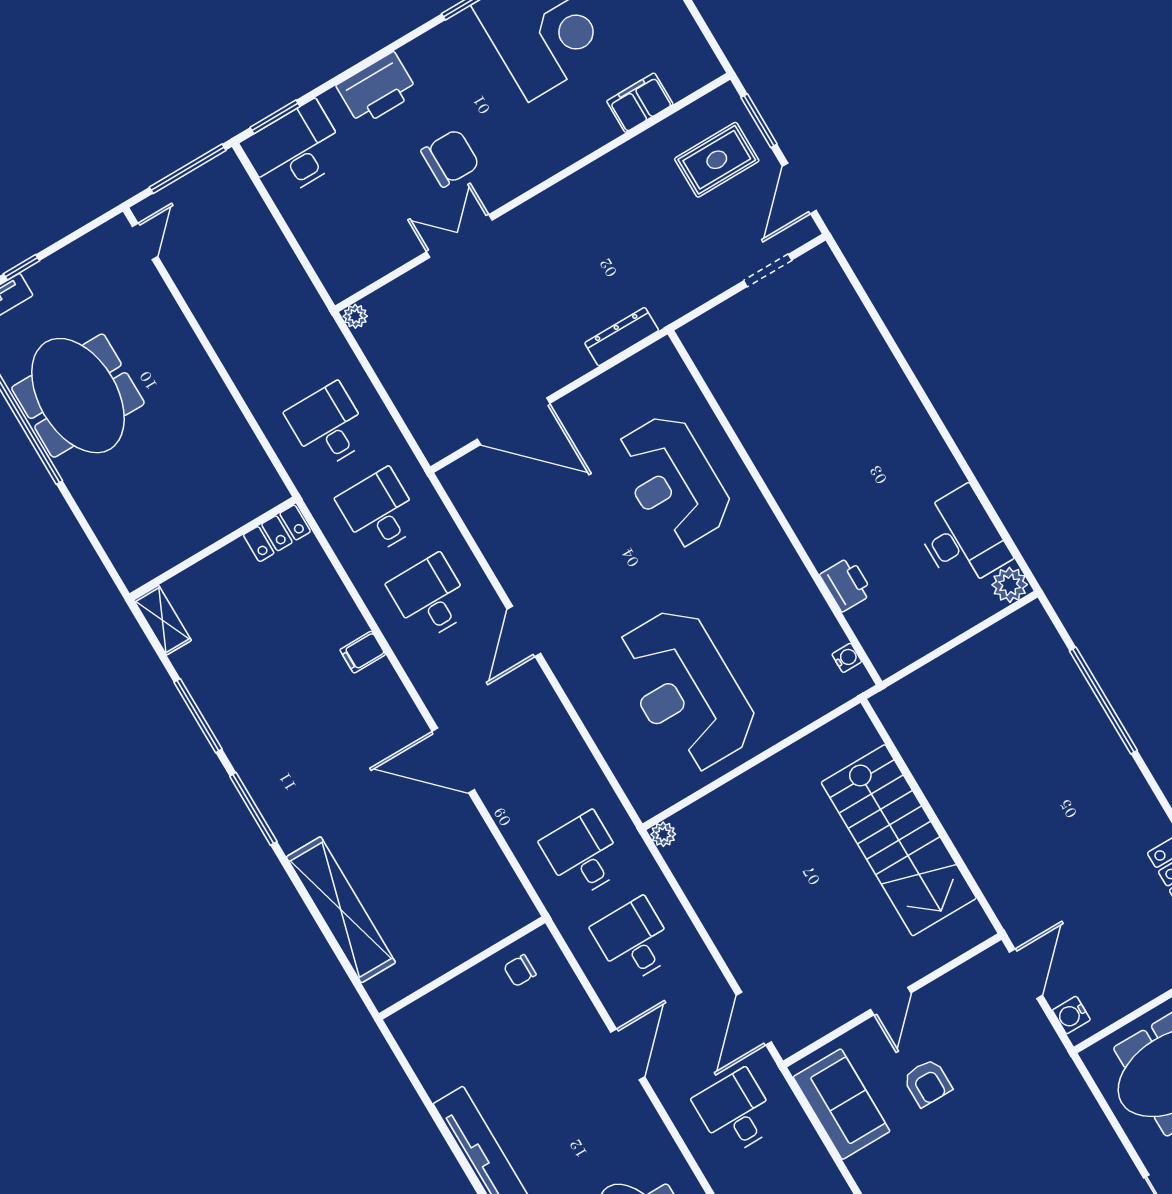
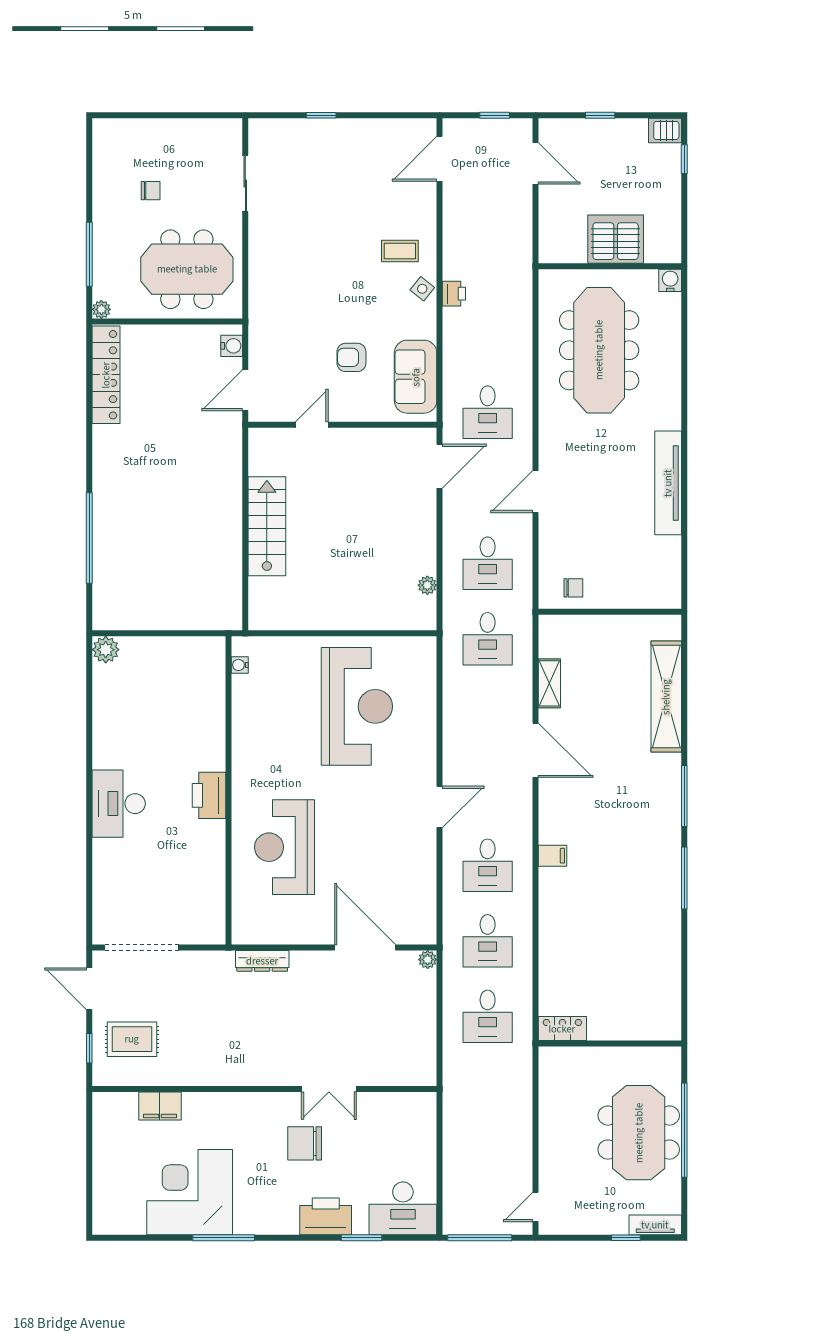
window: (275, 117) -> (362, 1238), moved
window: (759, 121) -> (89, 1048), width x0.67
door: (799, 188) -> (89, 989), swing flipped
doorway: (768, 270) -> (142, 948), width x1.88
plant: (355, 316) -> (428, 960), moved
reception desk: (673, 481) -> (285, 847), turned 180
locker: (277, 533) -> (562, 1029), moved
desk: (962, 538) -> (119, 804), moved
wall: (213, 548) -> (610, 1044), moved
printer: (846, 584) -> (209, 795), moved, width x1.37, depth x1.19
shelving: (162, 620) -> (549, 683), moved
plant: (663, 834) -> (427, 585), moved
stairs: (899, 840) -> (267, 526), width x0.73, depth x0.66
door: (891, 1001) -> (312, 425), moved
armchair: (927, 1083) -> (351, 357), turned -90

